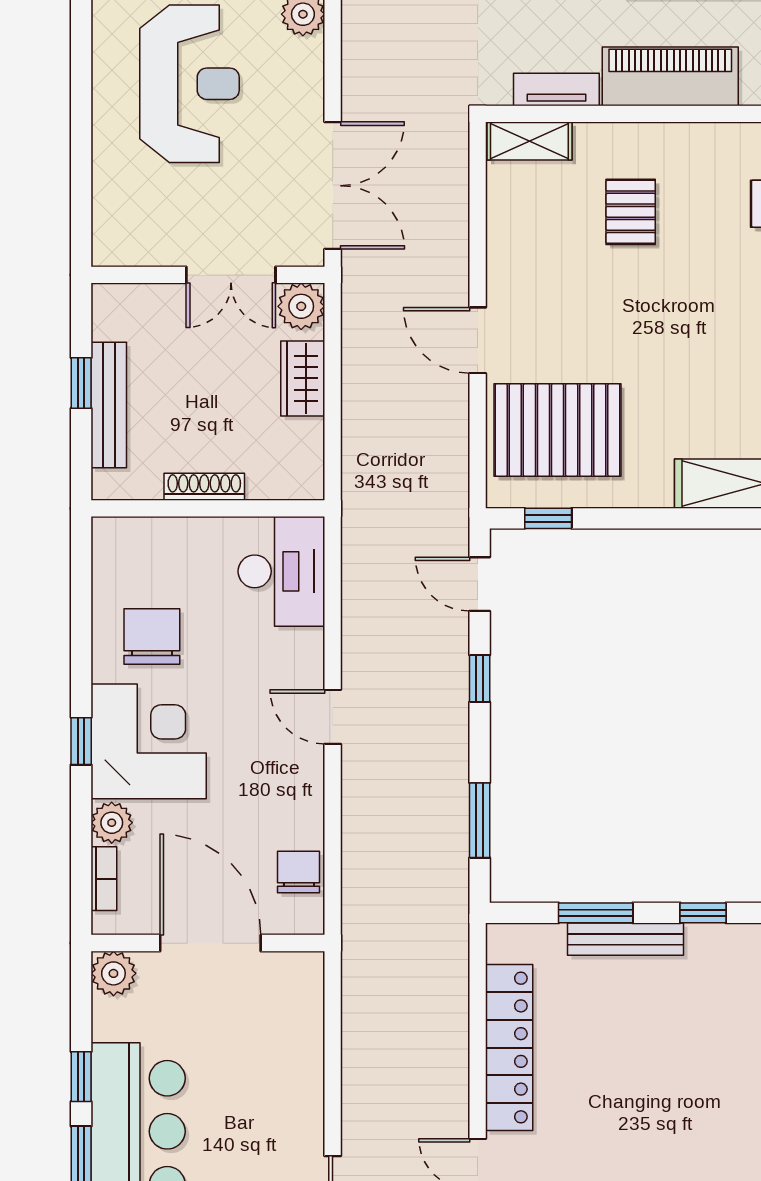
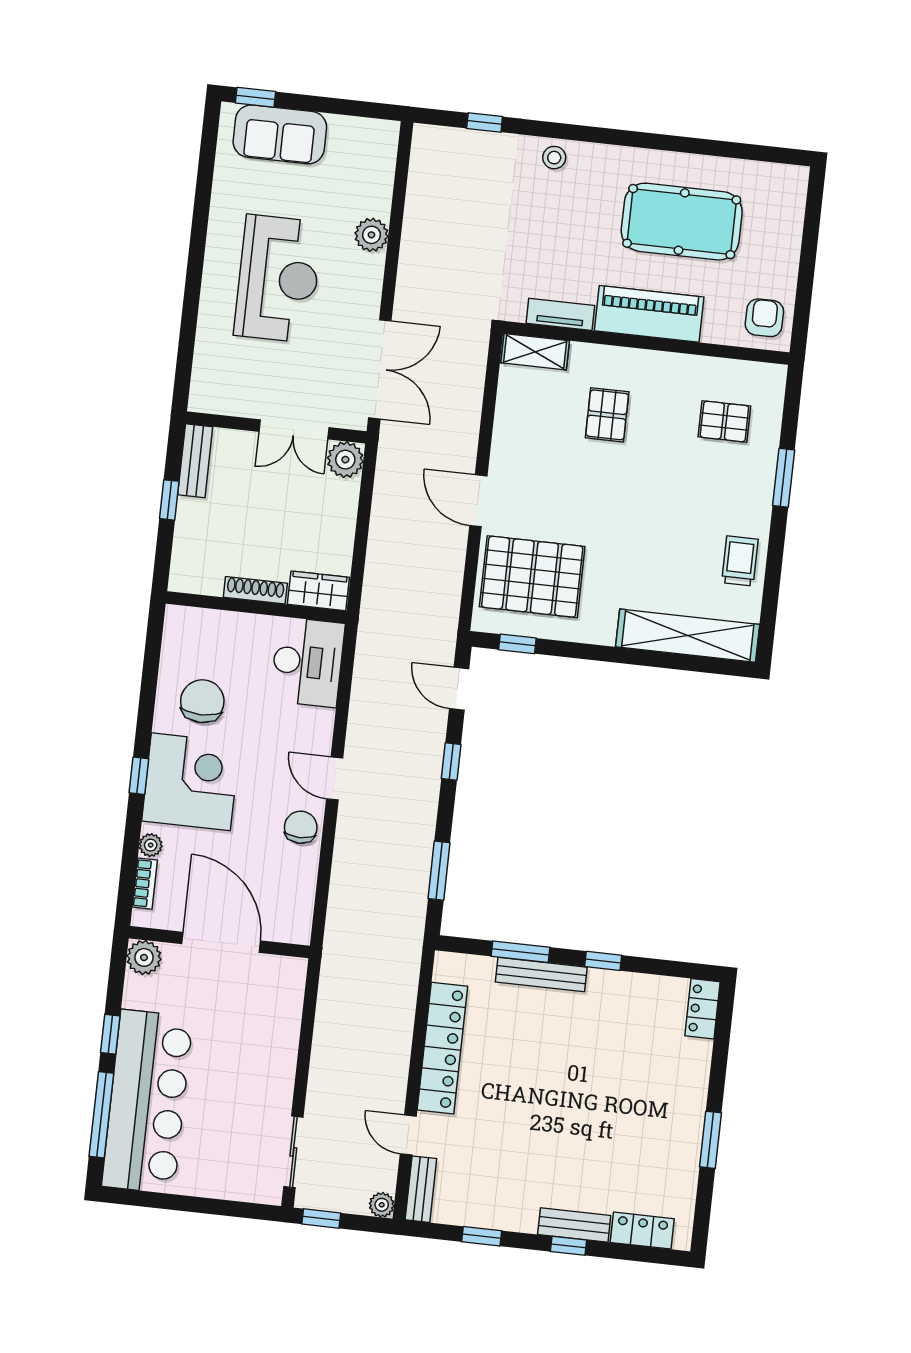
wardrobe: (303, 378) -> (318, 591), moved, turned 90
bench: (109, 405) -> (195, 461), moved, width x0.73
plant: (112, 823) -> (151, 845), width x0.73, depth x0.73
chair: (299, 872) -> (301, 827), moved

